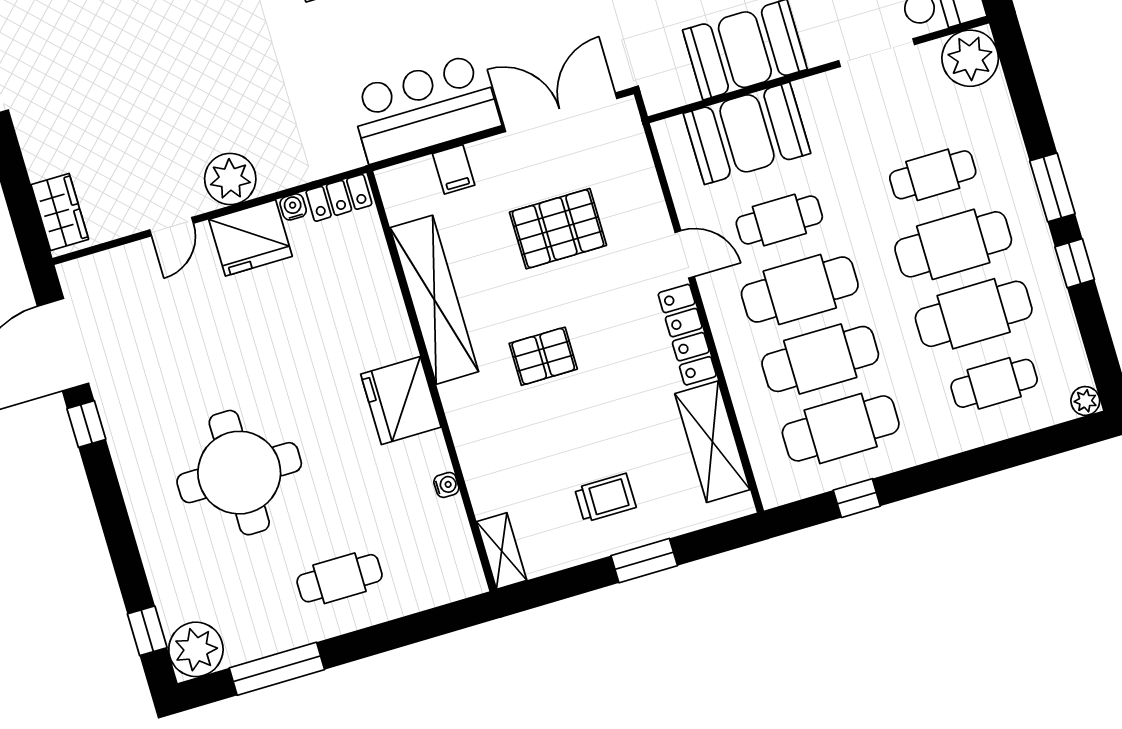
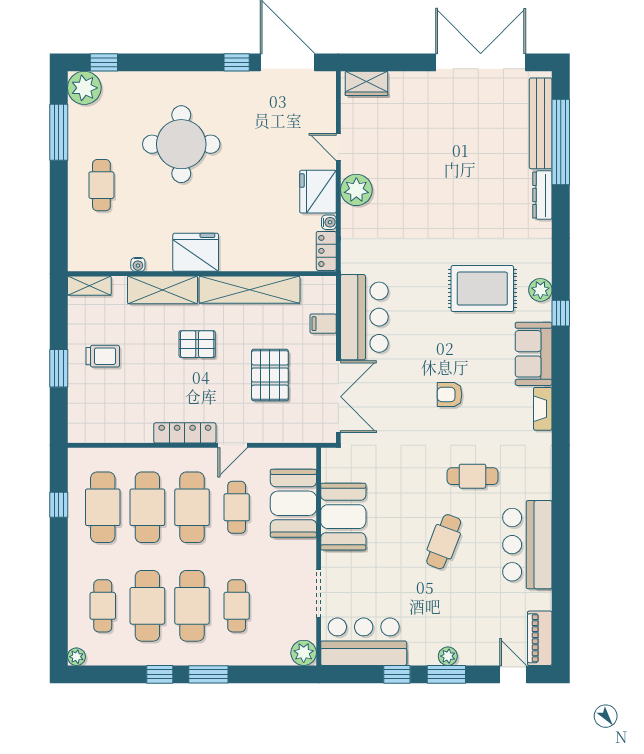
plant: (970, 58) -> (304, 653), width x0.73, depth x0.73
pallet: (543, 356) -> (197, 344), turned 90
shelving: (712, 442) -> (163, 290), moved
trolley: (605, 498) -> (103, 356), turned -90

